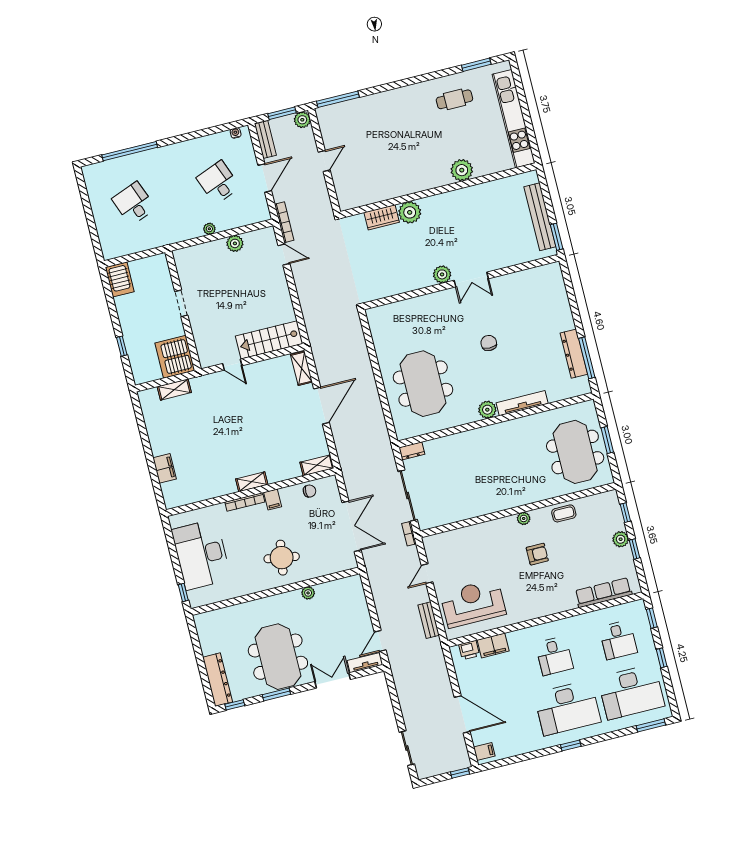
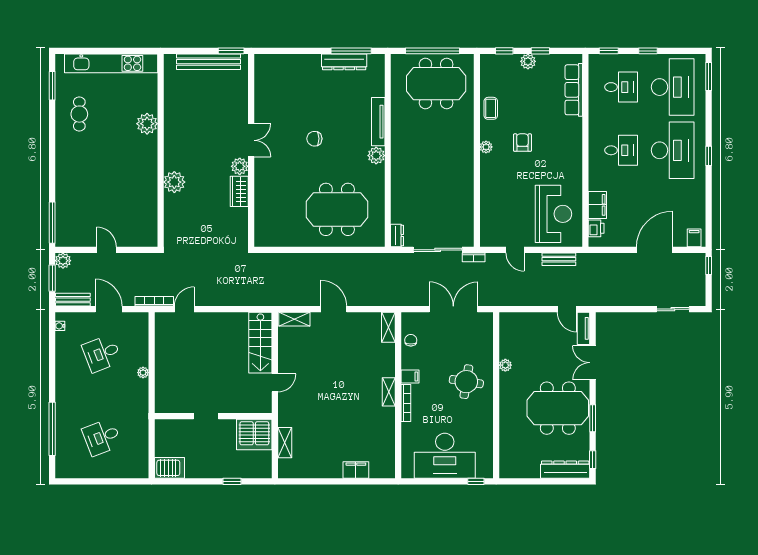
wardrobe: (382, 217) -> (239, 191), moved, turned 180
plant: (235, 243) -> (163, 352), removed
door: (321, 406) -> (334, 309), width x0.73
window: (607, 440) -> (432, 51), width x2.11
reception desk: (473, 603) -> (553, 214), turned 180

